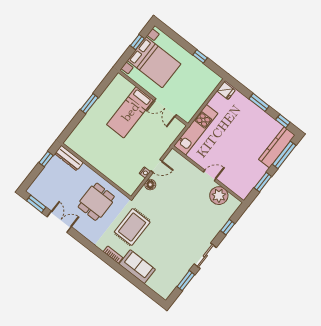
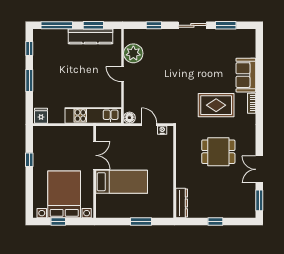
kitchen counter: (277, 147) -> (91, 36), moved
dresser: (69, 158) -> (182, 203), moved
wall: (96, 171) -> (175, 172), moved
floor lamp: (150, 185) -> (129, 118), moved

